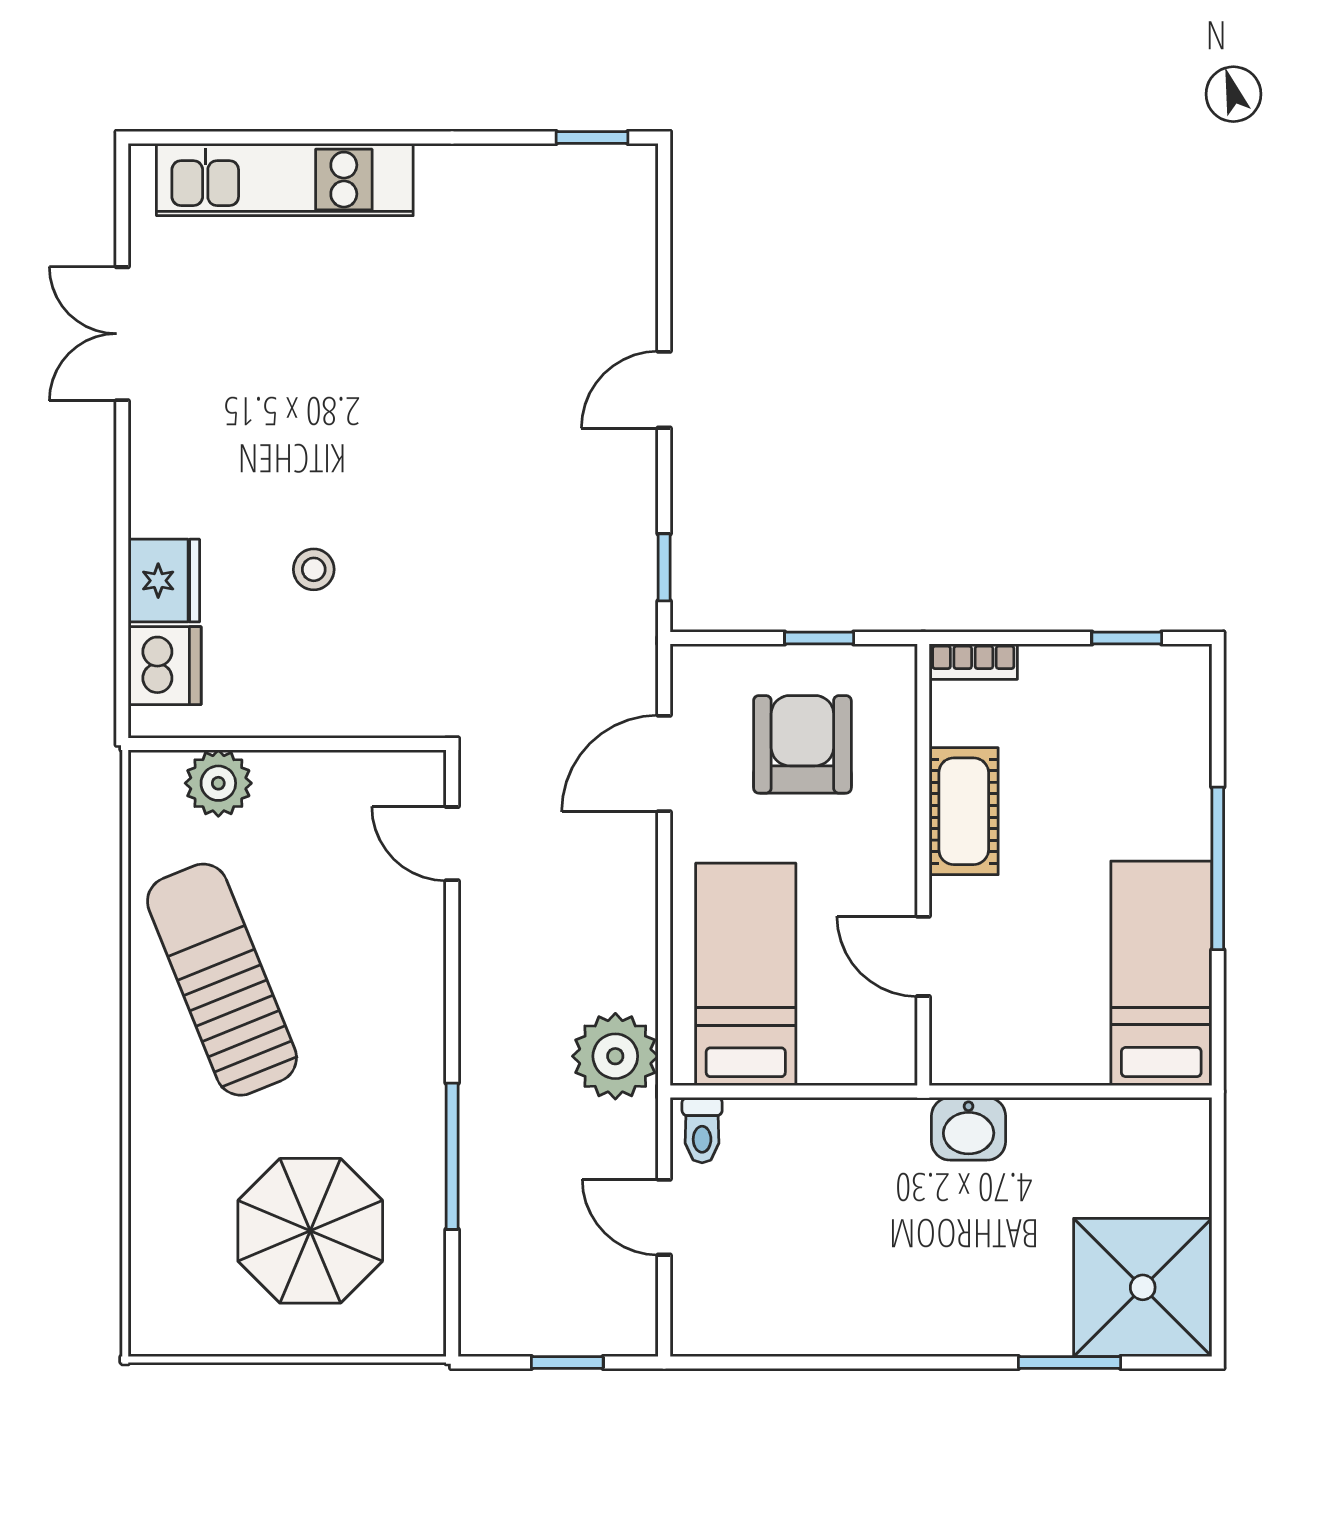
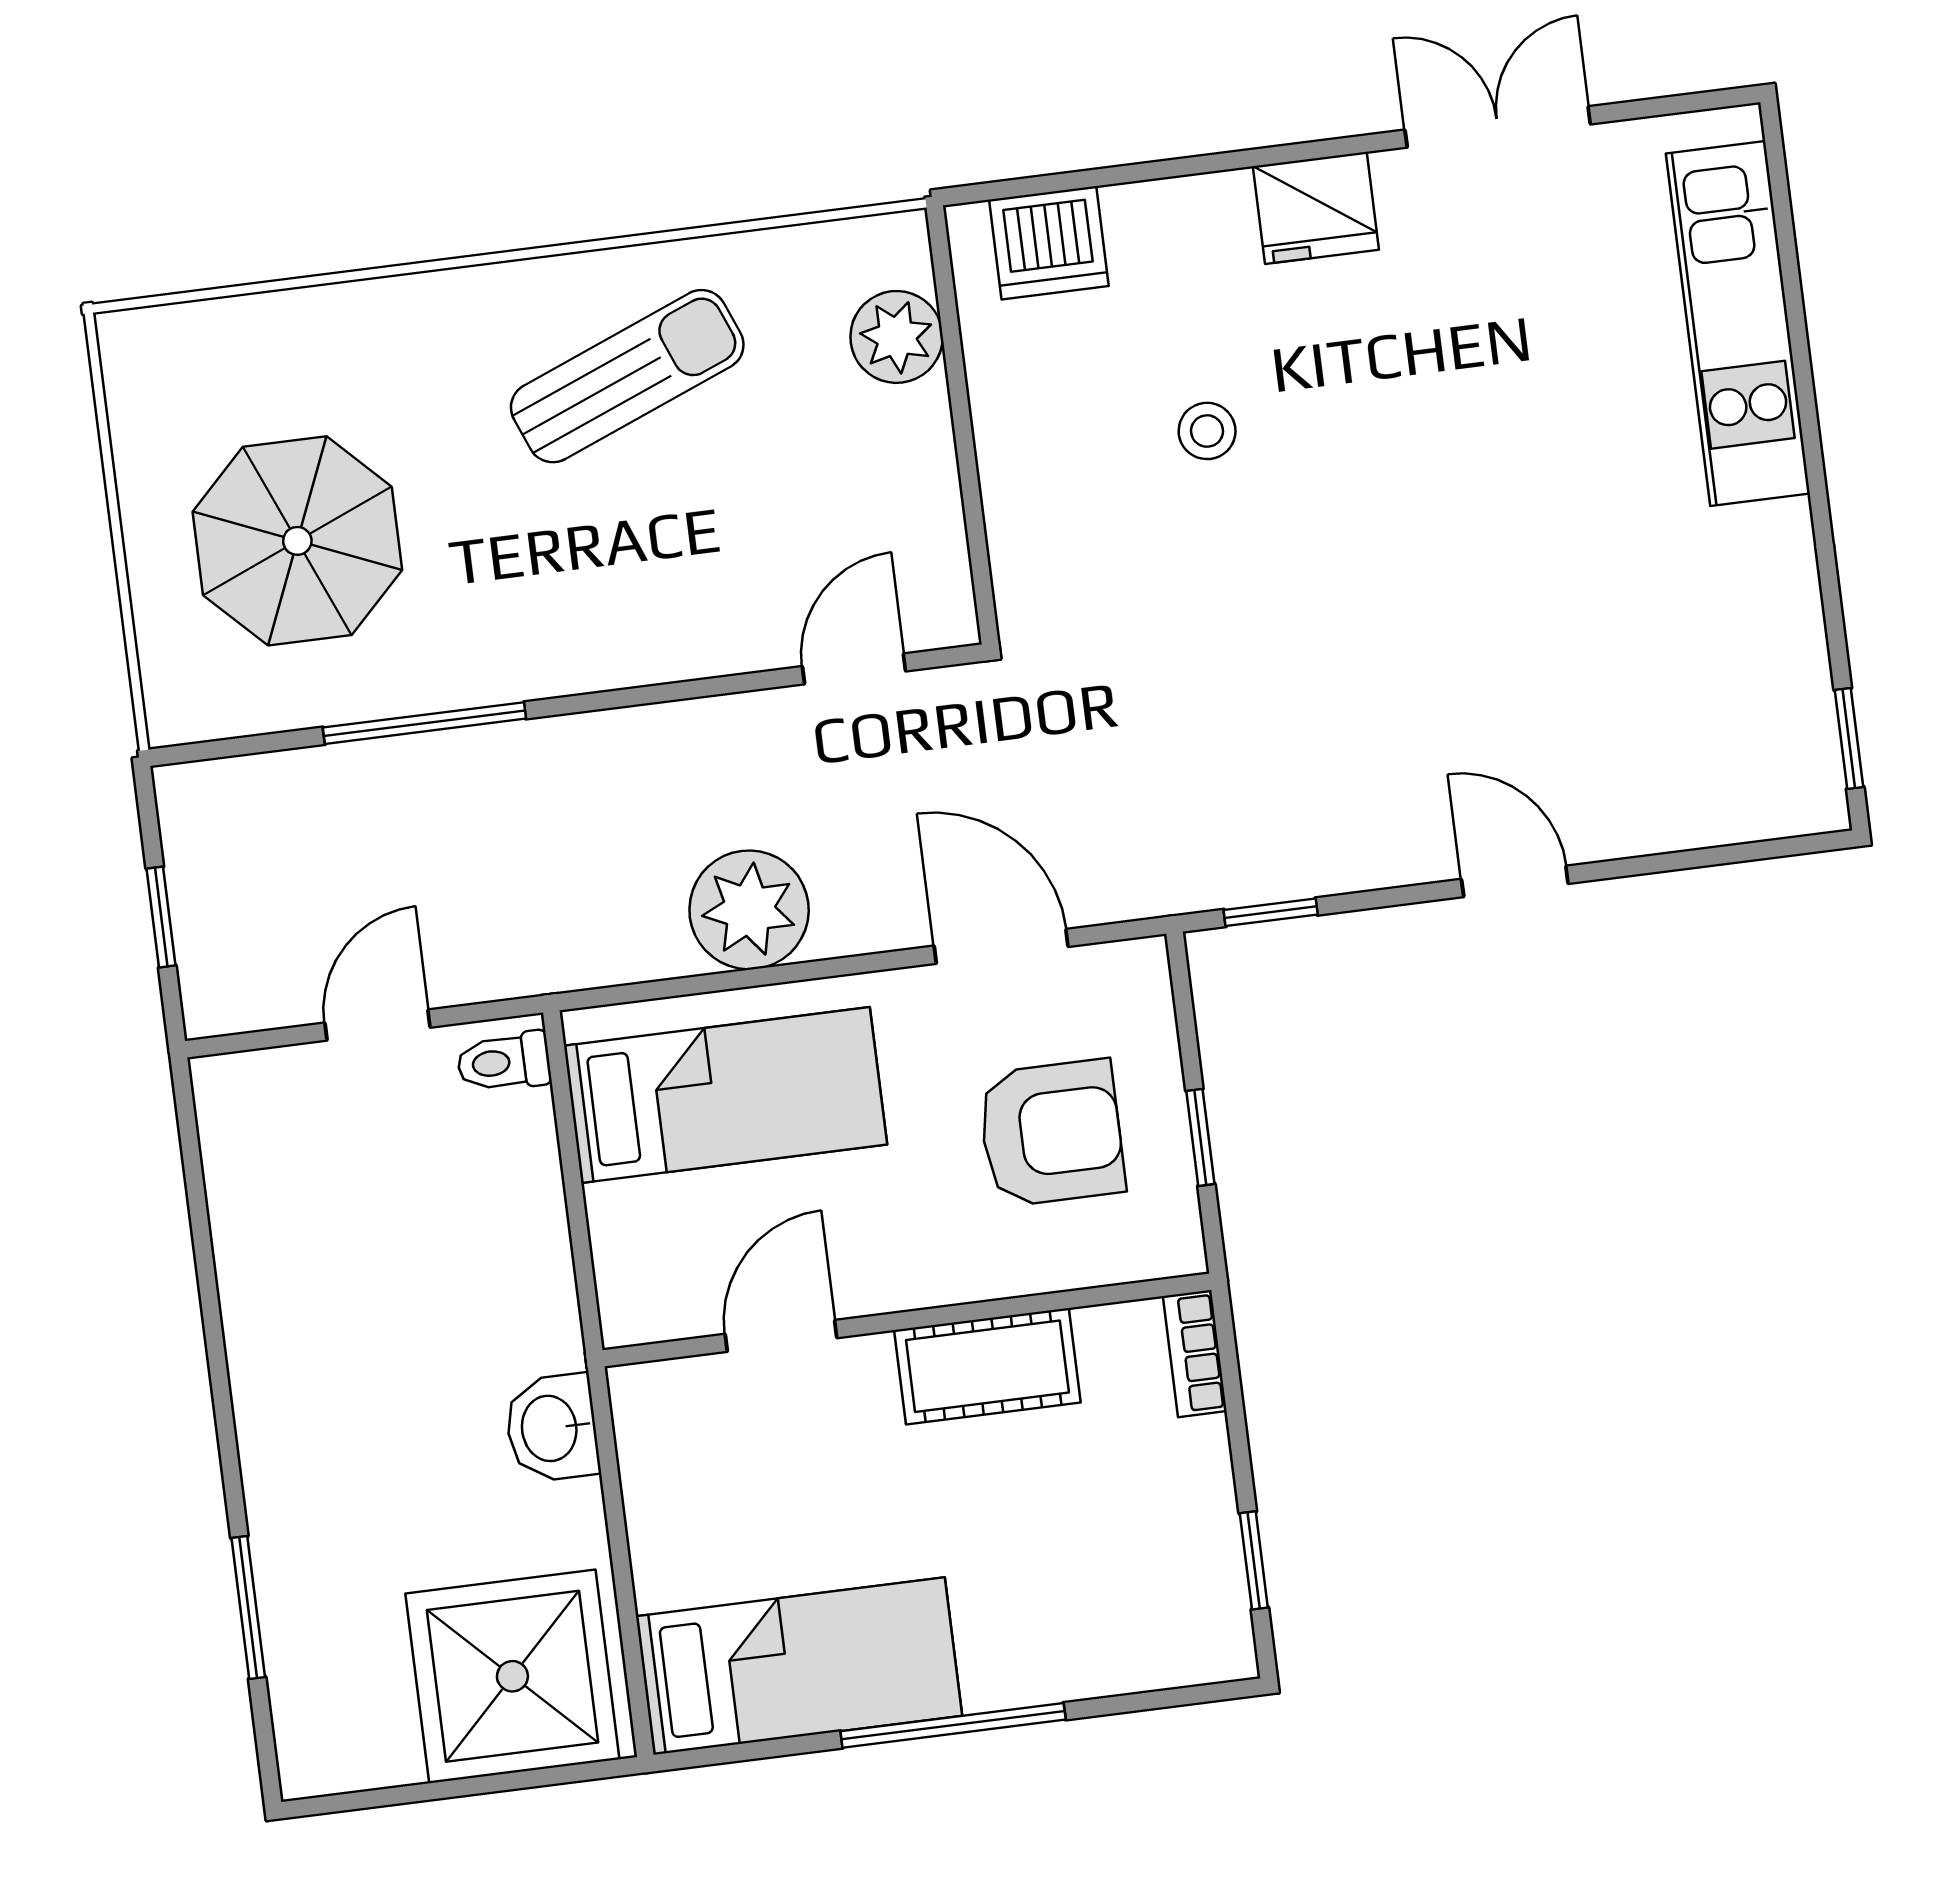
fridge: (164, 581) -> (1316, 208), moved
sun lounger: (222, 980) -> (627, 376), width x0.73, depth x0.75
plant: (615, 1056) -> (749, 910), moved
shower: (1143, 1287) -> (512, 1676), moved

